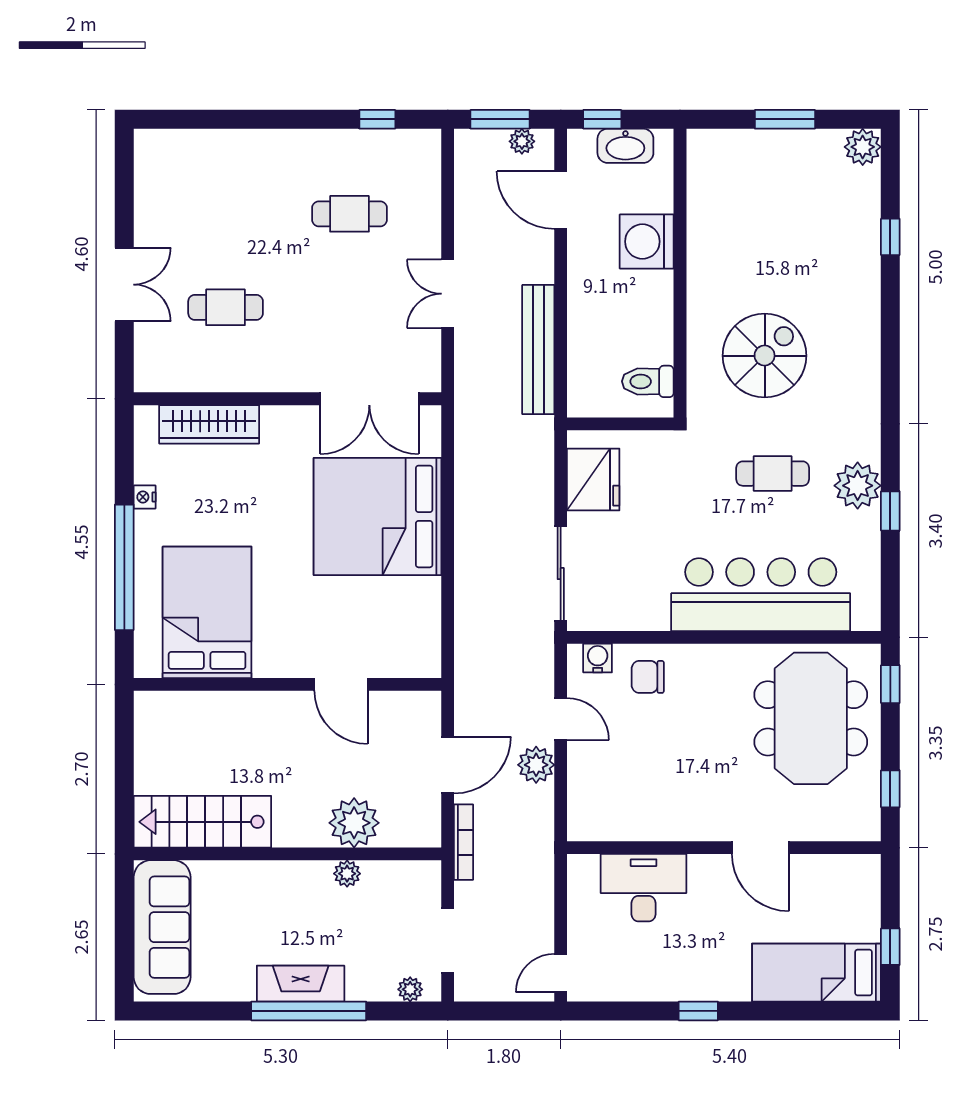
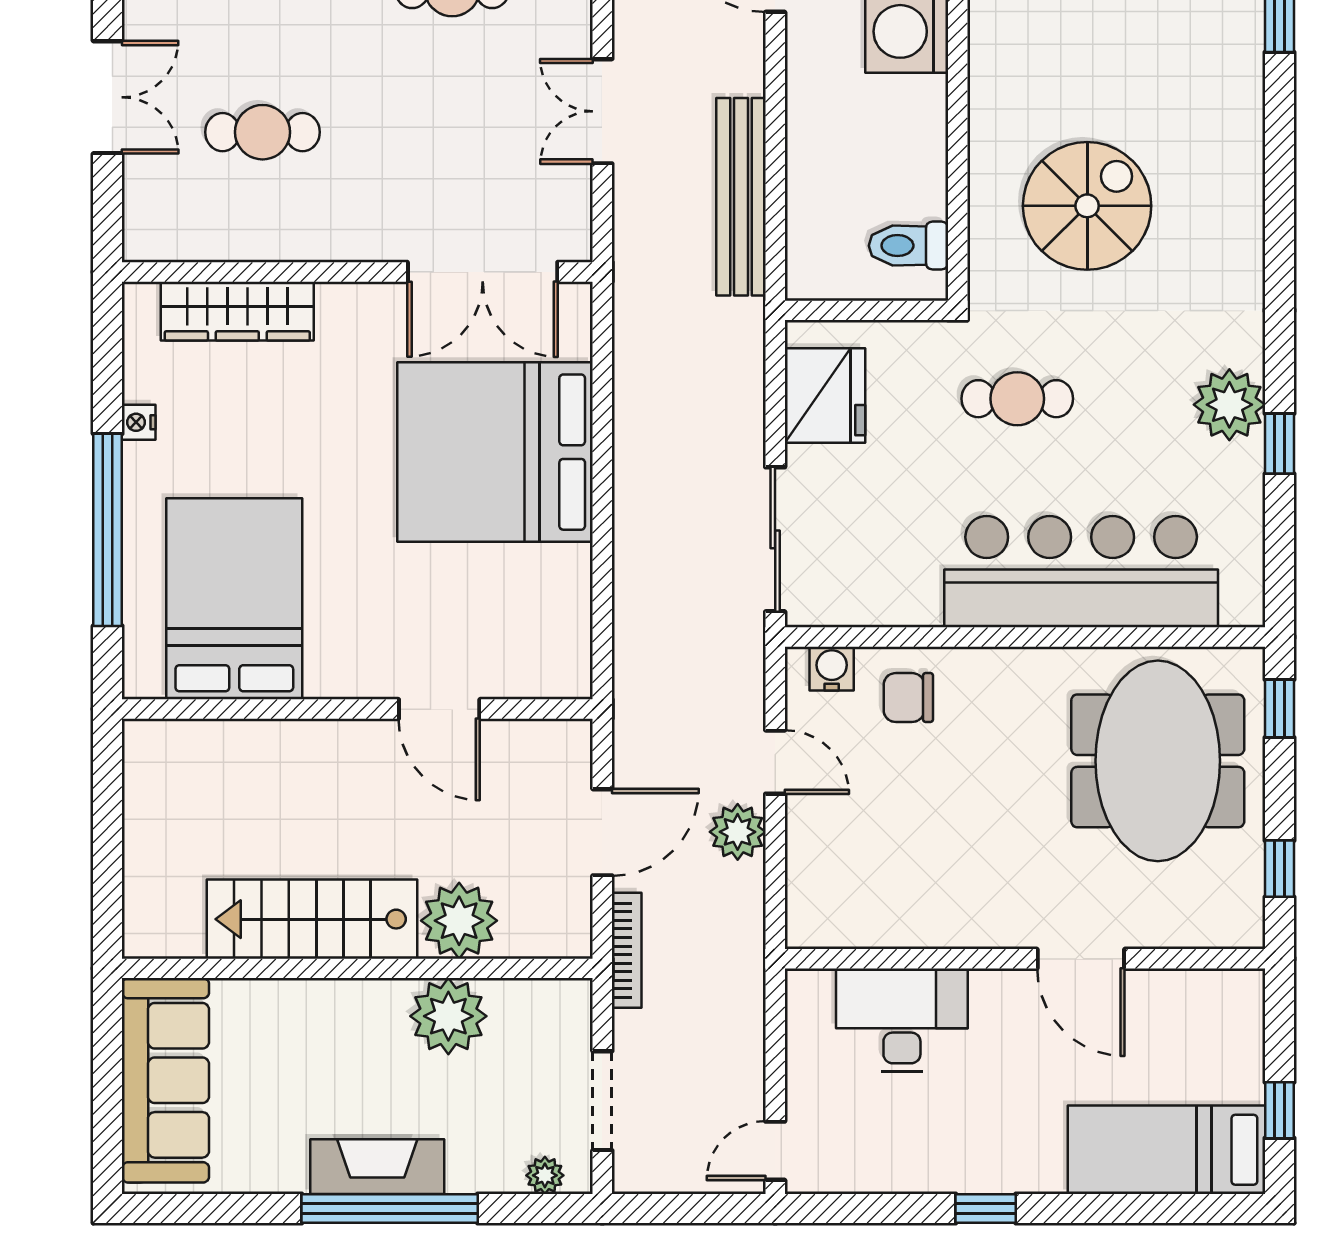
cafe table: (773, 474) -> (1017, 399), moved
stairs: (202, 822) -> (312, 919), moved
plant: (347, 874) -> (448, 1016), width x1.88, depth x1.88

